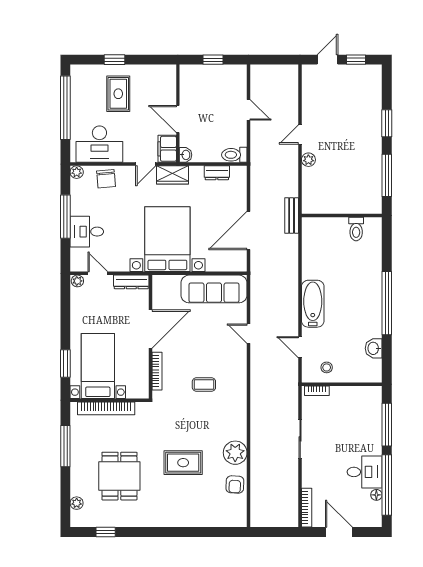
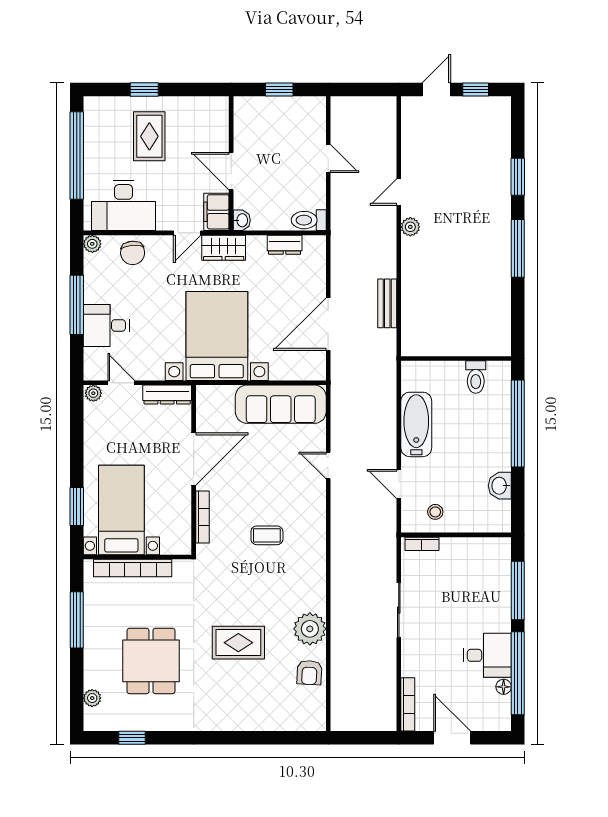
wall: (342, 215) -> (456, 359), moved
toilet: (356, 229) -> (476, 377), moved

